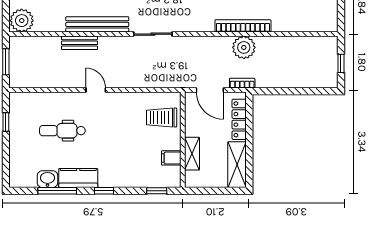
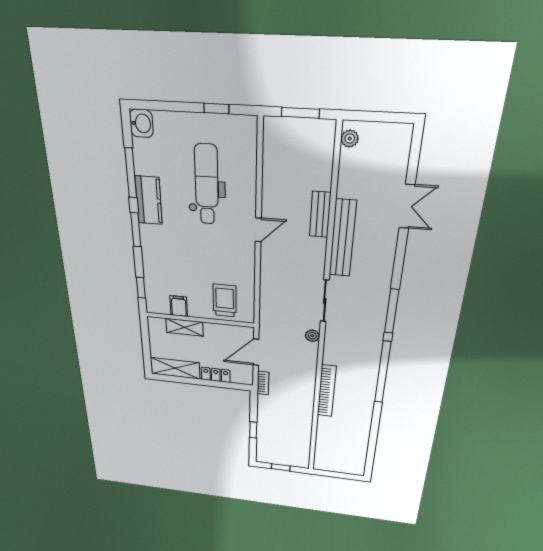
plant: (22, 21) -> (350, 139), width x0.53, depth x0.53
plant: (244, 47) -> (312, 336), moved, width x0.53, depth x0.53
window: (298, 91) -> (253, 430), added
locker: (239, 119) -> (216, 375), width x0.66
dental chair: (62, 131) -> (207, 185), width x1.36, depth x1.38
washbasin: (48, 179) -> (141, 123), moved
window: (104, 191) -> (136, 230), width x1.50

